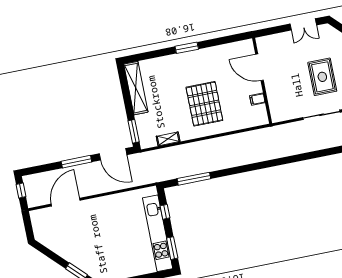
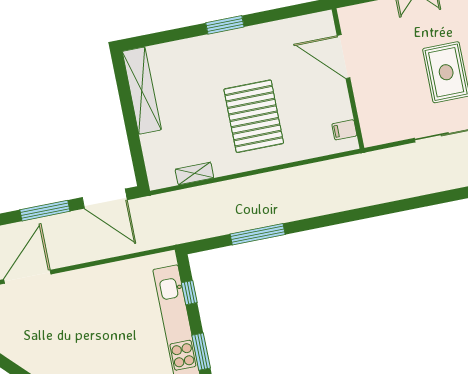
filing cabinet: (257, 99) -> (344, 130), moved
window: (134, 131) -> (138, 161), removed
window: (194, 179) -> (258, 234), moved

